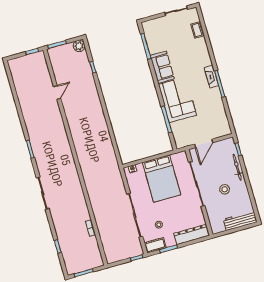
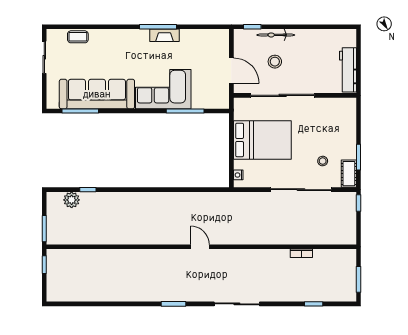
plant: (79, 46) -> (72, 200), moved
sofa: (162, 67) -> (97, 94), width x1.85, depth x1.27
fireplace: (211, 77) -> (165, 35), moved
door: (57, 92) -> (200, 247), moved
stool: (225, 189) -> (275, 62), moved
workbench: (240, 221) -> (348, 70), moved
dresser: (191, 235) -> (348, 121), removed

